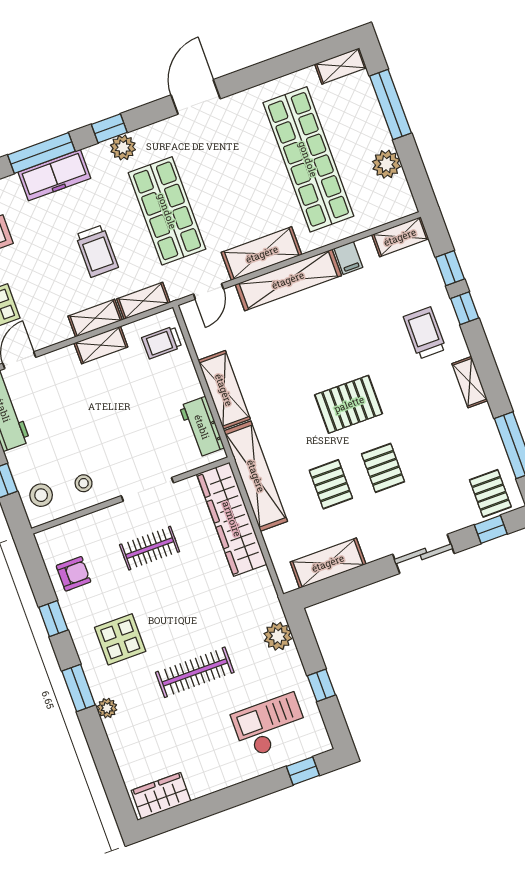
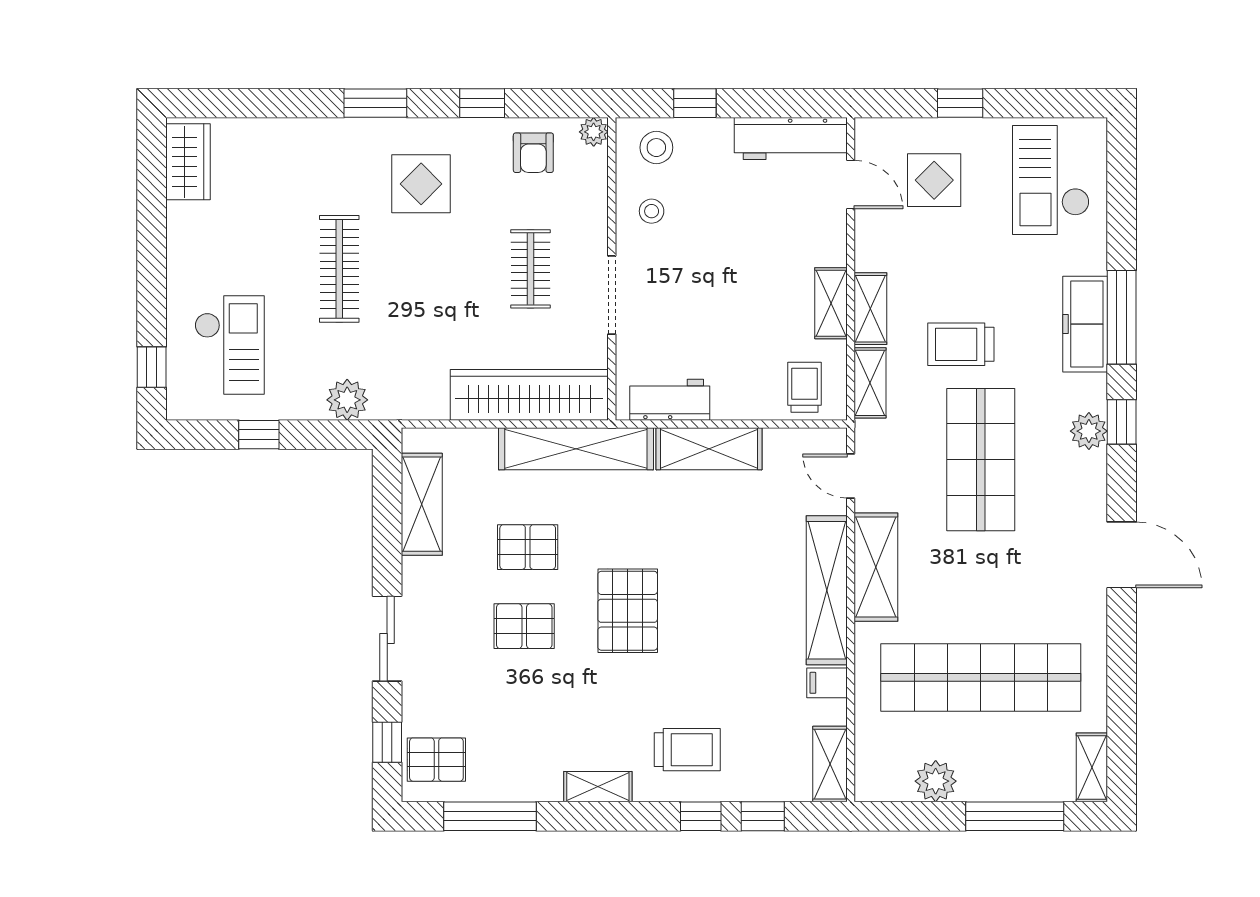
shop shelf: (167, 211) -> (981, 460), turned 90
plant: (107, 708) -> (594, 132), moved

